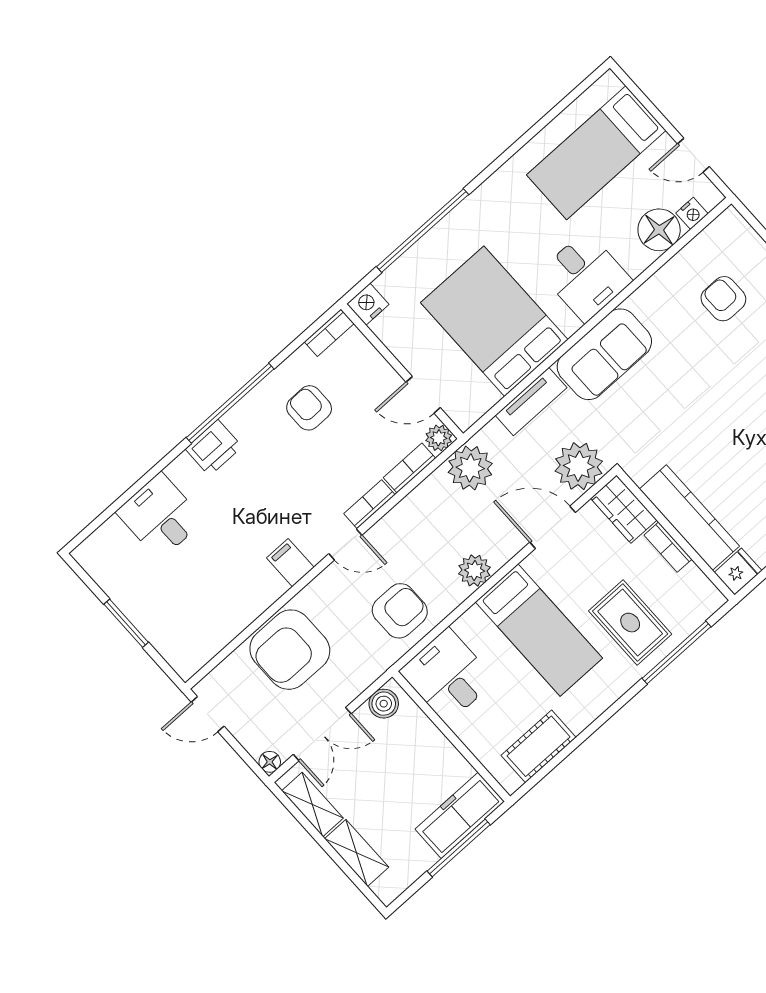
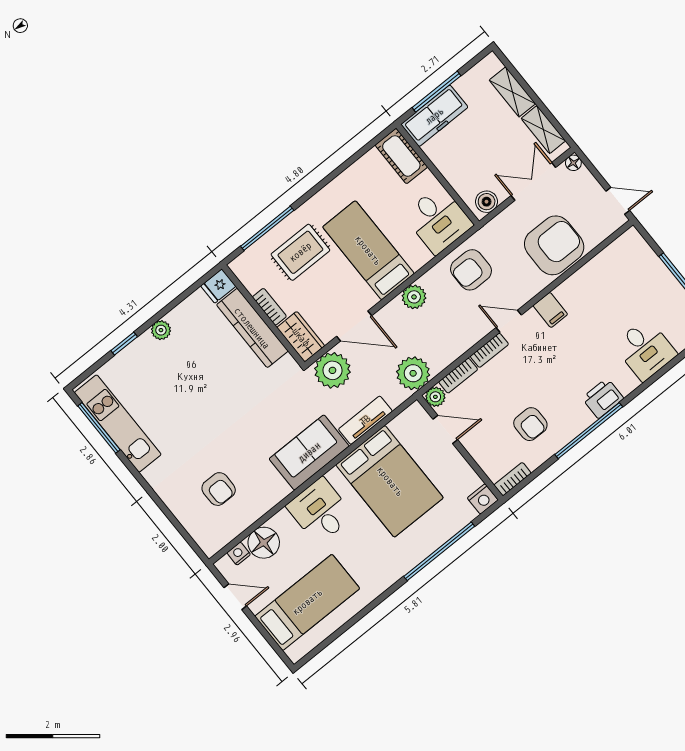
rug: (630, 623) -> (300, 252), turned 90
cot: (539, 746) -> (401, 156), moved, turned 90

